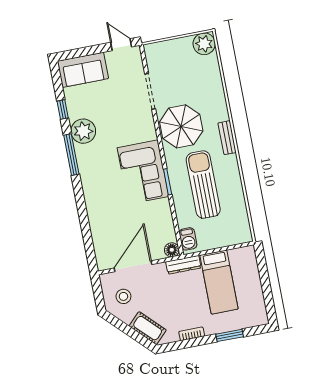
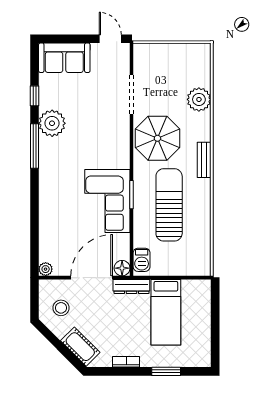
plant: (204, 44) -> (199, 99), moved
corner sofa: (143, 172) -> (107, 201), moved
plant: (103, 264) -> (46, 269), added
door: (133, 266) -> (92, 278), moved

